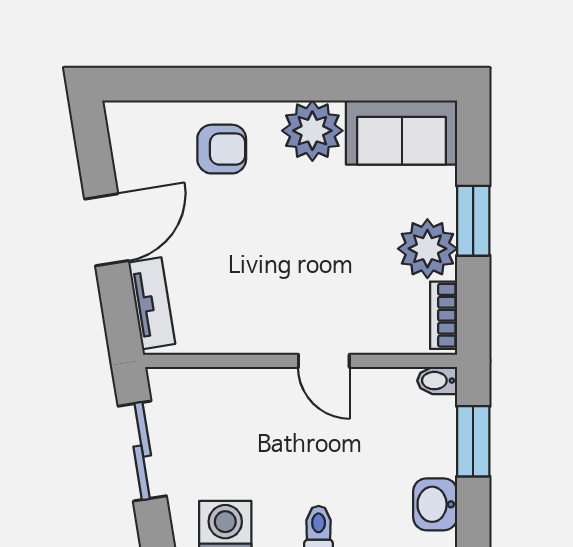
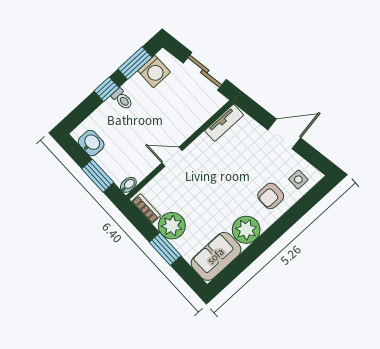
side table: (152, 134) -> (298, 179), added
door: (107, 230) -> (284, 134), swing flipped
tv unit: (152, 303) -> (224, 123), moved, turned -81

